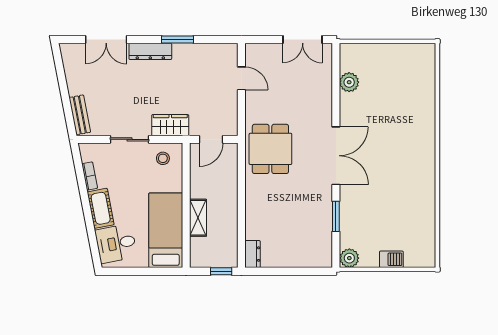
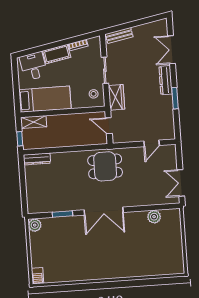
shelving: (198, 218) -> (34, 122), moved
dresser: (253, 254) -> (37, 159), width x1.44
barbecue: (391, 259) -> (37, 276), moved

